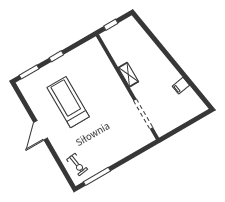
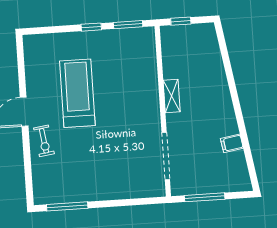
window: (29, 72) -> (128, 25), moved
window: (180, 128) -> (205, 197), added
exercise bike: (77, 164) -> (44, 141), moved

